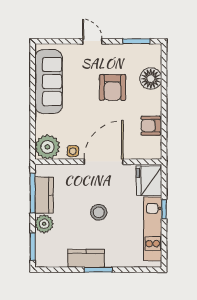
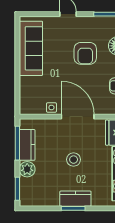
plant: (47, 147) -> (30, 104), removed
door: (104, 162) -> (78, 117), hinge flipped
kitchen counter: (86, 258) -> (75, 199), moved

